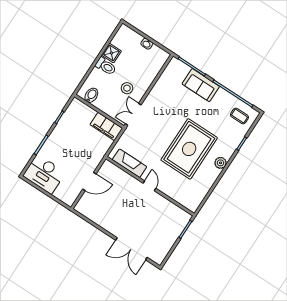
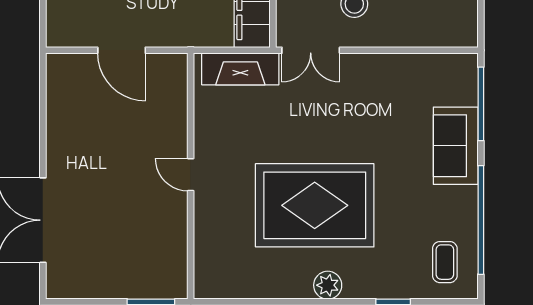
double door: (133, 114) -> (311, 50), swing flipped
fireplace: (129, 163) -> (240, 69), moved, turned 90
door: (150, 186) -> (191, 175), swing flipped

